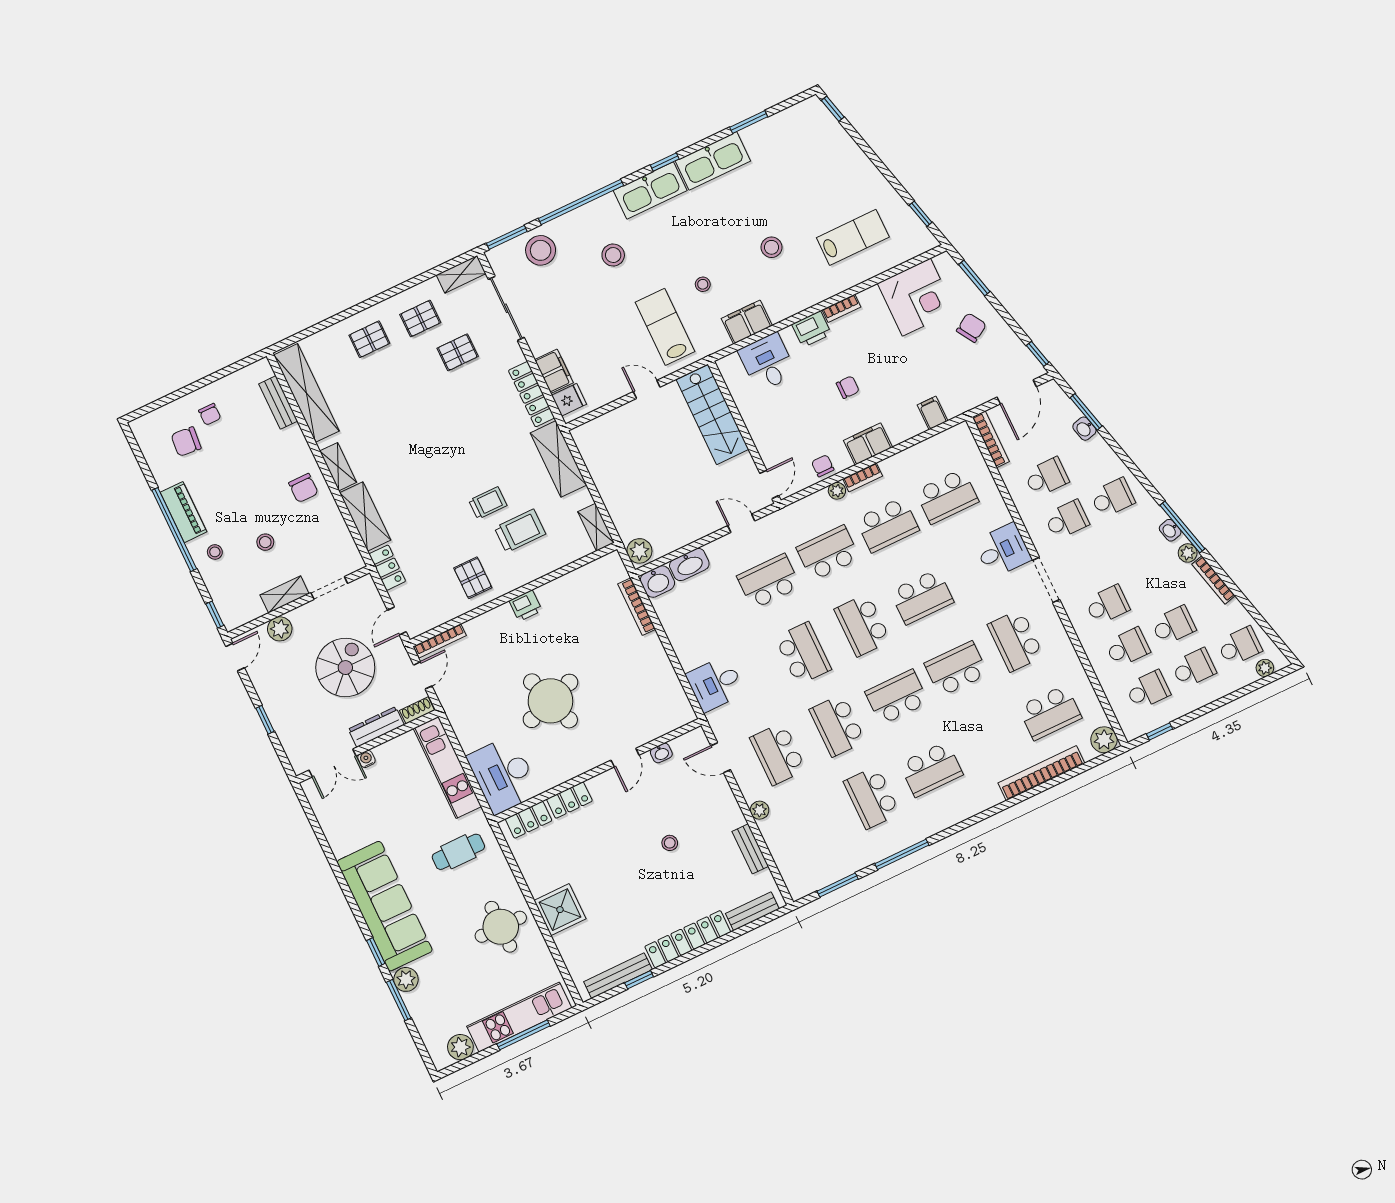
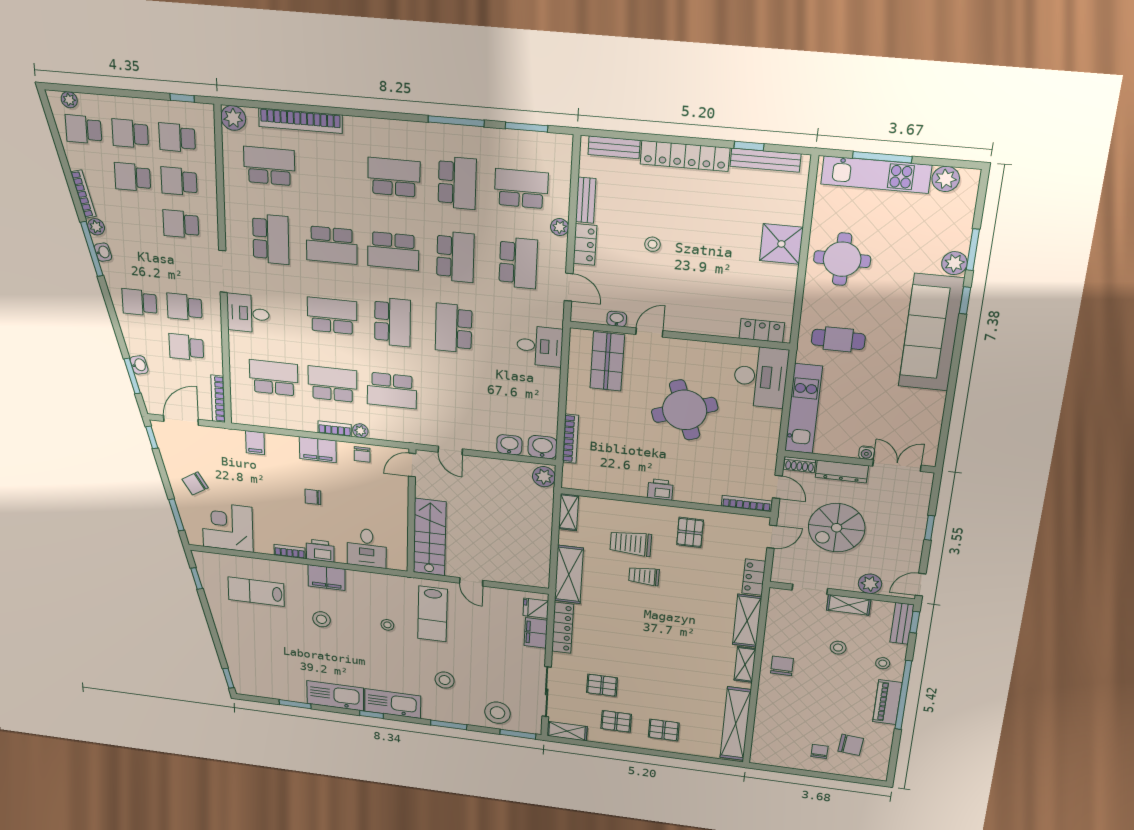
window: (581, 202) -> (449, 725), width x0.47
filing cabinet: (747, 322) -> (327, 577), moved
bench: (278, 402) -> (902, 623), moved
washbasin: (689, 565) -> (509, 445), width x0.72
school desk: (769, 581) -> (521, 189), moved, turned 180
door: (423, 675) -> (777, 487), swing flipped
shop shelf: (647, 706) -> (607, 361), added
locker: (569, 800) -> (585, 244), moved, turned 90

